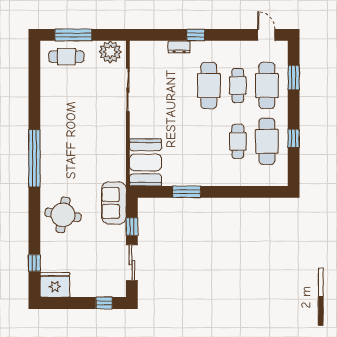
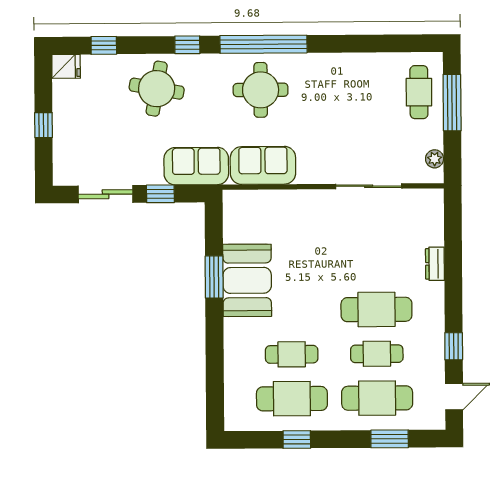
window: (196, 35) -> (454, 346), moved
plant: (110, 52) -> (435, 159), width x0.53, depth x0.53
sofa: (114, 159) -> (263, 165), added
round table: (64, 160) -> (261, 90), added
booth: (146, 162) -> (247, 280), moved, turned 90
window: (34, 208) -> (187, 45), added
round table: (63, 215) -> (157, 89), moved
fridge: (55, 285) -> (66, 66), width x0.53, depth x0.75
window: (104, 303) -> (43, 125), moved

